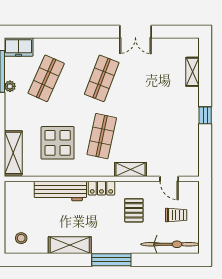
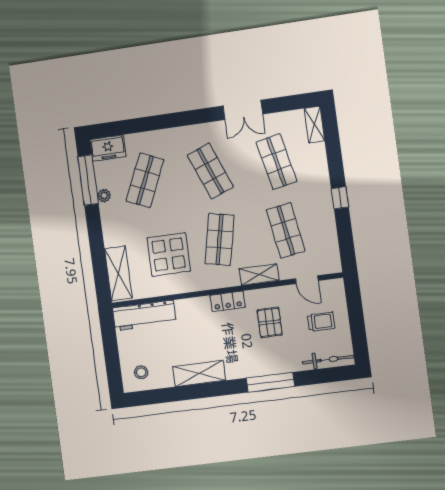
shelving: (193, 72) -> (314, 125), moved
shop shelf: (102, 78) -> (210, 171), turned -42
shop shelf: (157, 78) -> (276, 162), added
shop shelf: (157, 136) -> (286, 230), added
workbench: (60, 191) -> (144, 315), moved
bicycle: (170, 244) -> (328, 360), width x0.73, depth x0.71
window: (111, 260) -> (270, 382), moved

